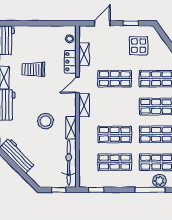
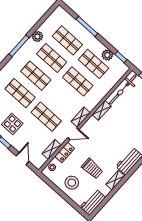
door: (102, 23) -> (23, 159), swing flipped
stool: (45, 121) -> (72, 183), moved
plant: (159, 181) -> (107, 55), moved

